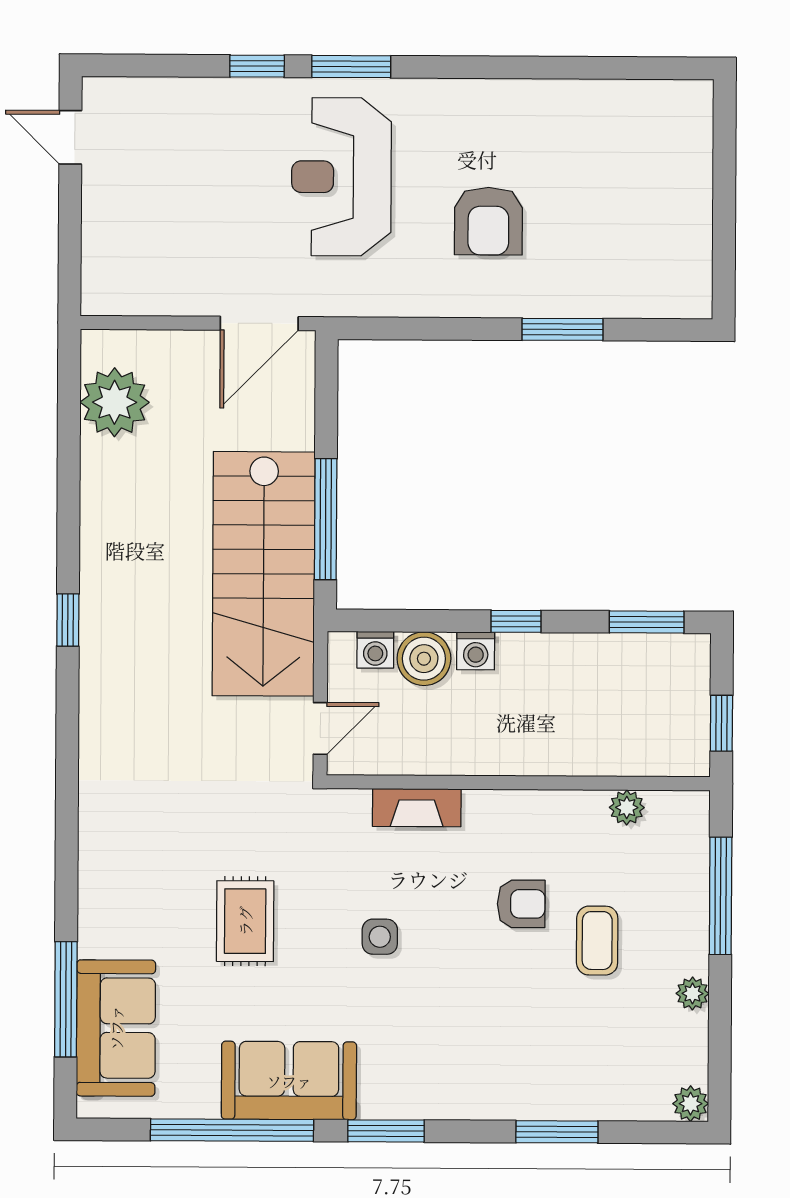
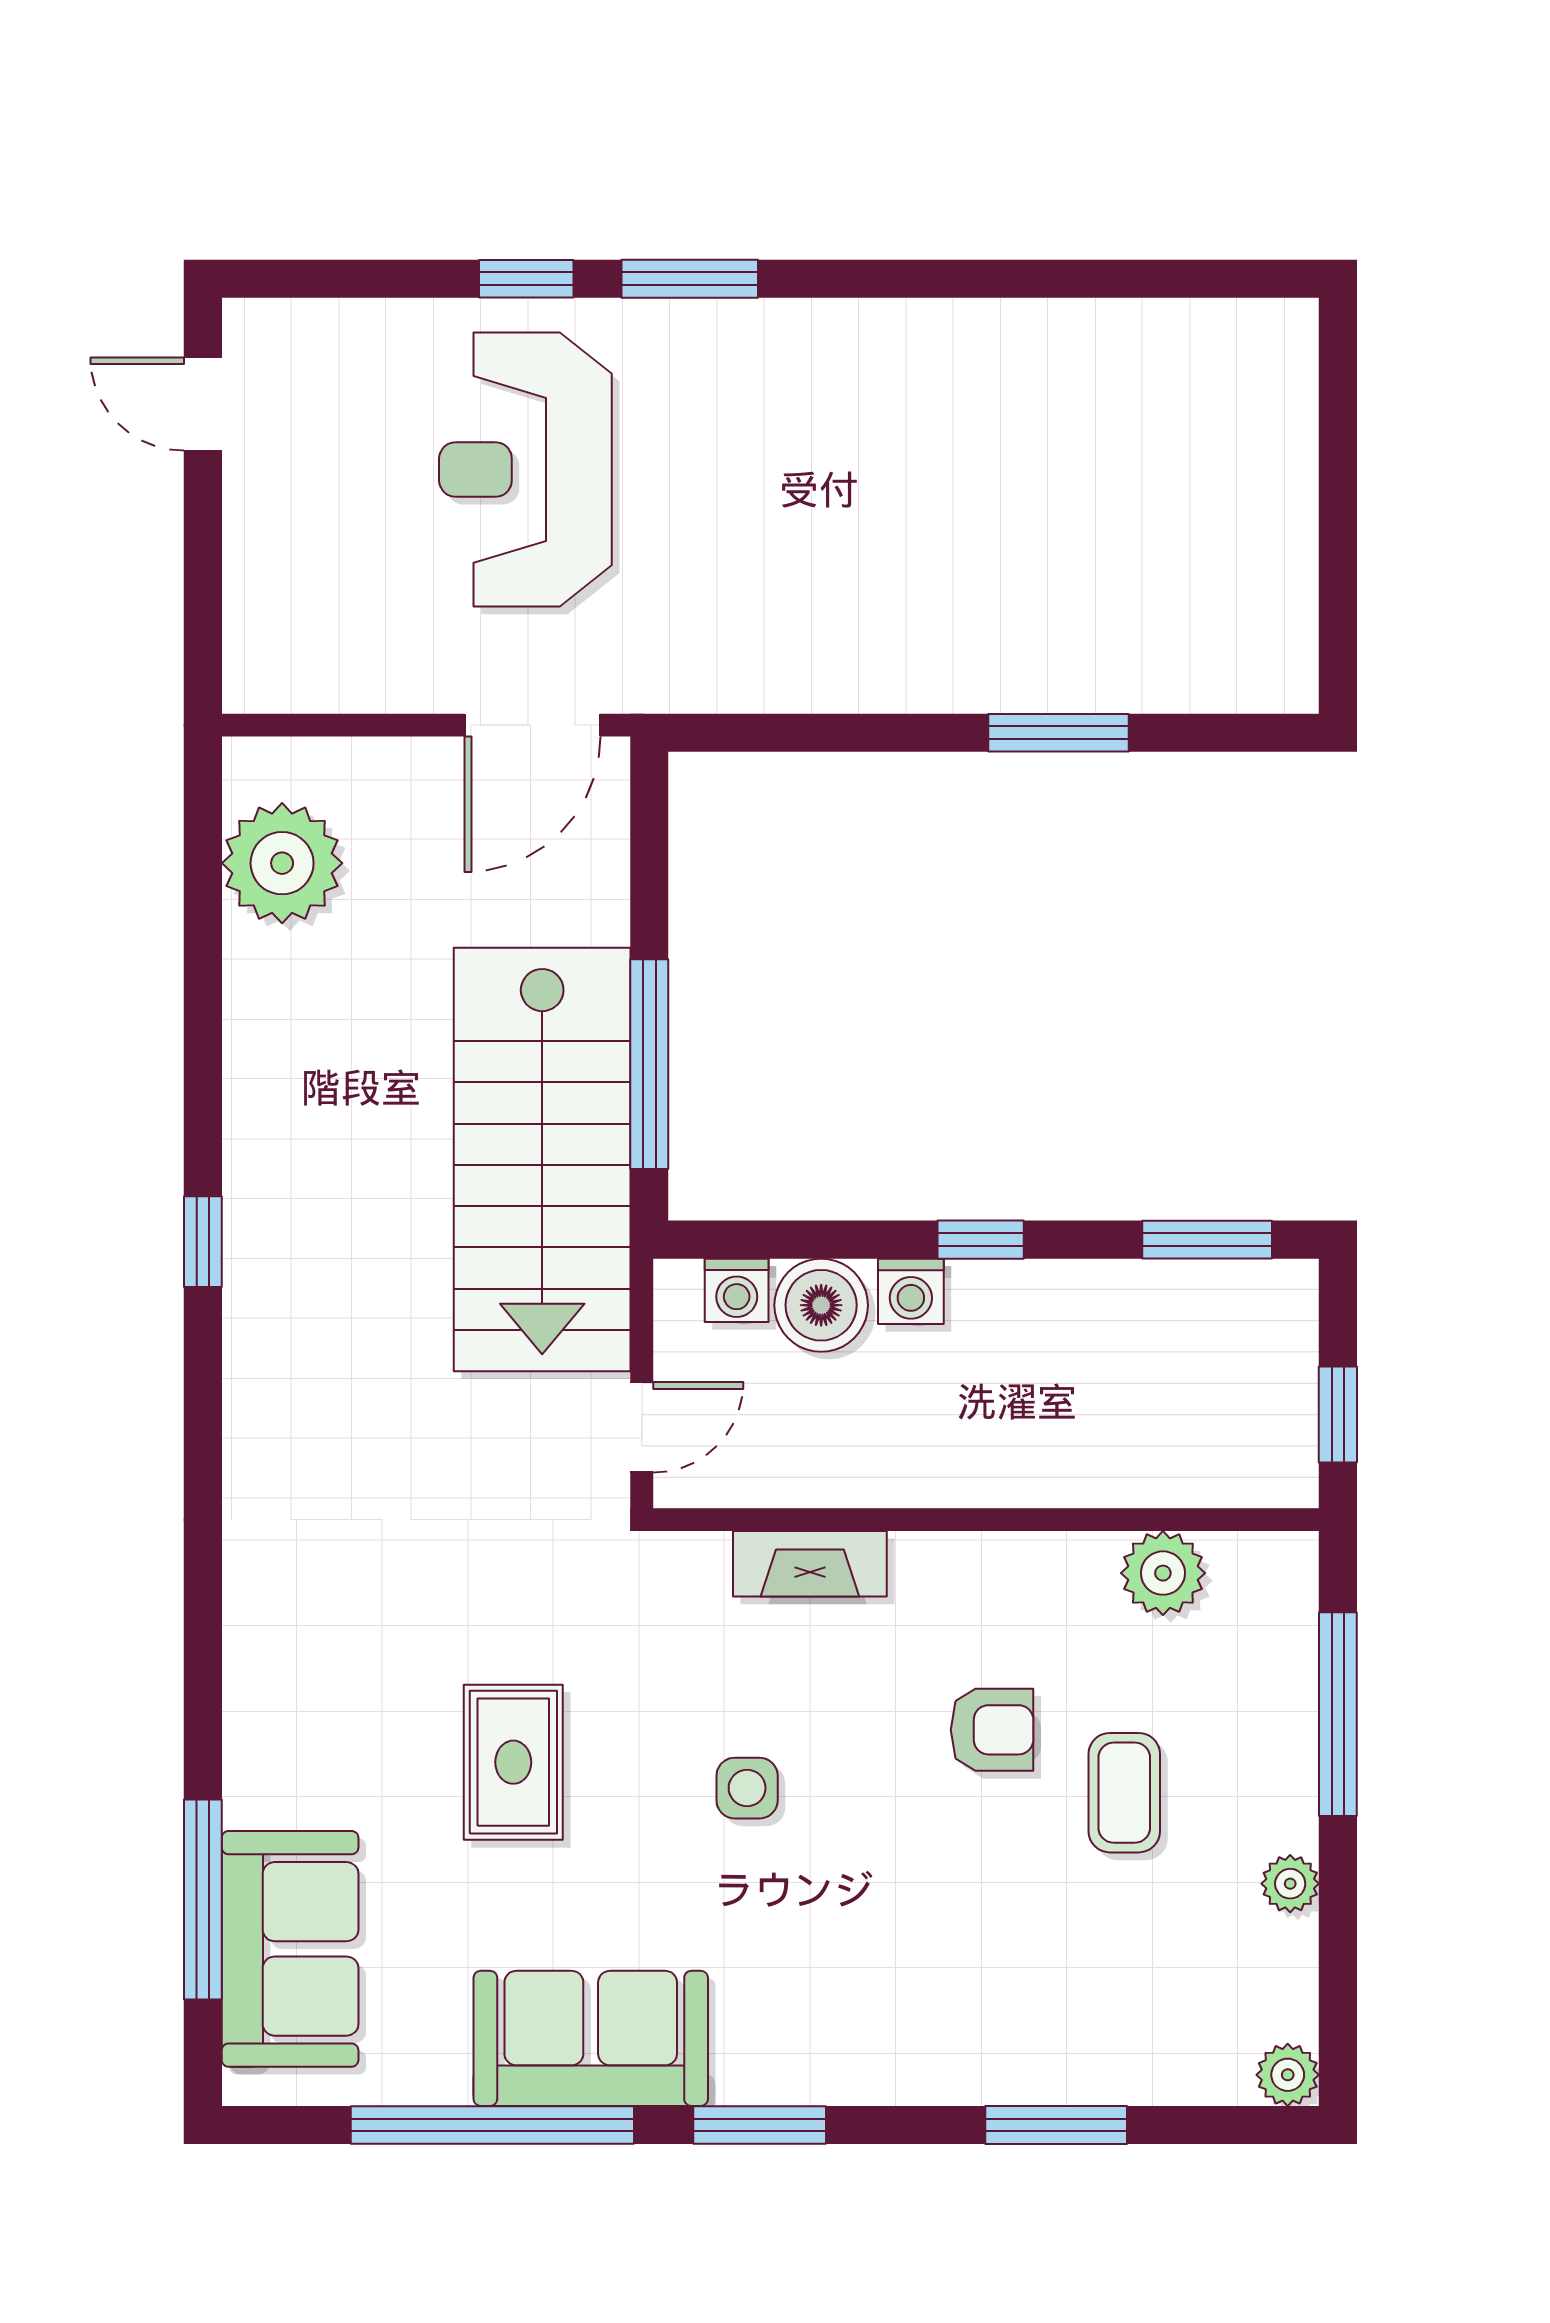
reception desk: (341, 177) -> (525, 469), moved
armchair: (488, 221) -> (929, 546), removed
plant: (627, 807) -> (1163, 1573), width x1.38, depth x1.38

